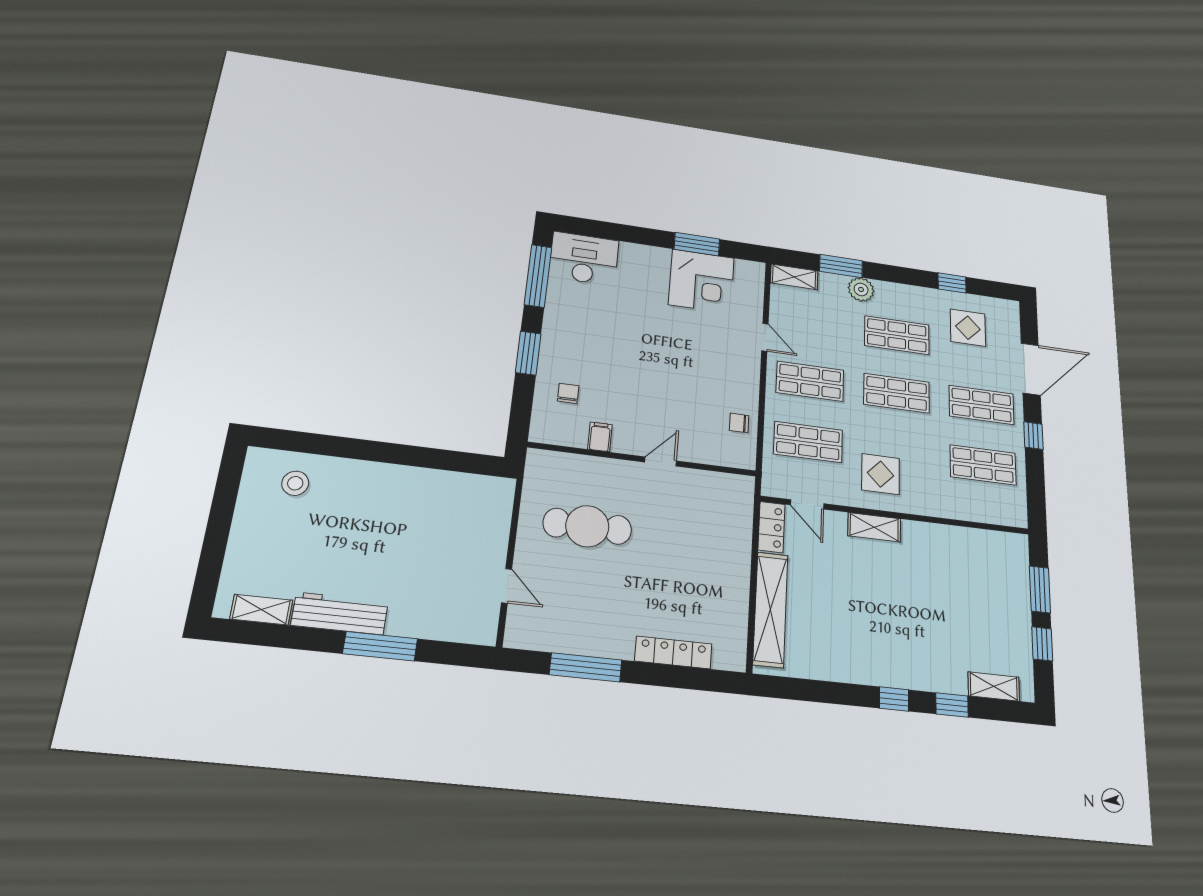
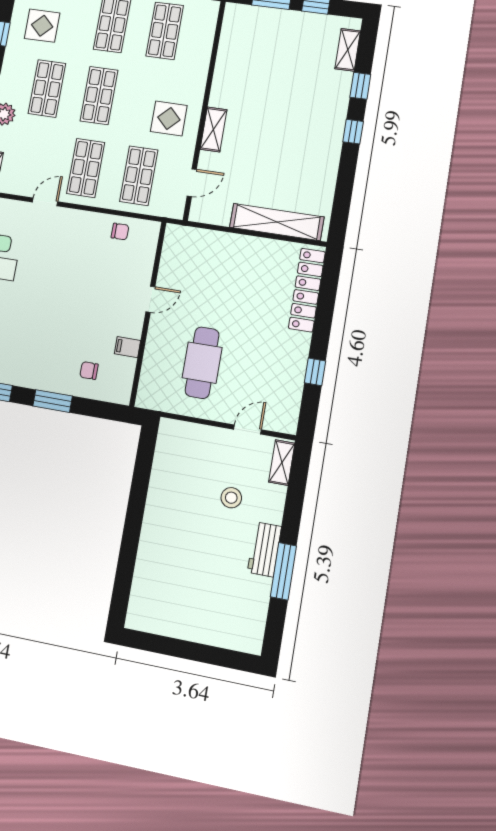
chair: (739, 423) -> (120, 232), turned -90
door: (661, 461) -> (150, 299), swing flipped
stool: (295, 483) -> (231, 498), moved
locker: (771, 527) -> (210, 214), removed
shelving: (261, 610) -> (282, 463), moved
workbench: (340, 613) -> (264, 549), width x0.73
window: (380, 646) -> (283, 571), moved
locker: (673, 652) -> (307, 290), width x1.41, depth x1.21
window: (586, 667) -> (315, 372), width x0.46

